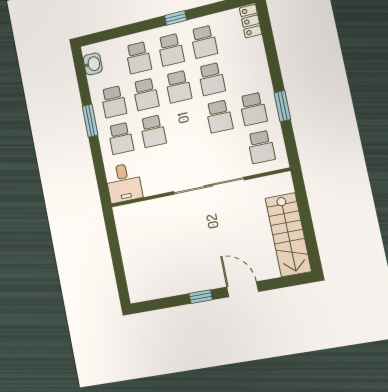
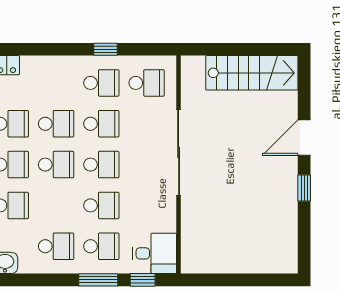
school desk: (146, 94) -> (101, 165), moved
window: (282, 106) -> (105, 49), width x0.67
window: (90, 121) -> (98, 280), moved
window: (101, 177) -> (143, 280), added

